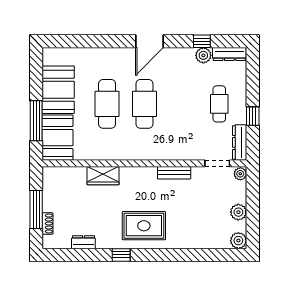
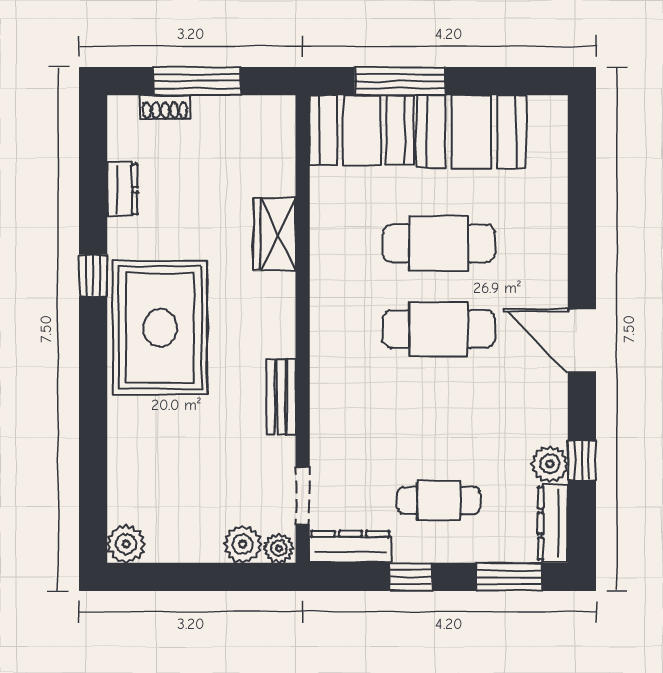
window: (253, 73) -> (509, 577), added
plant: (238, 212) -> (243, 544), moved
rug: (144, 226) -> (160, 328), width x1.37, depth x1.44

